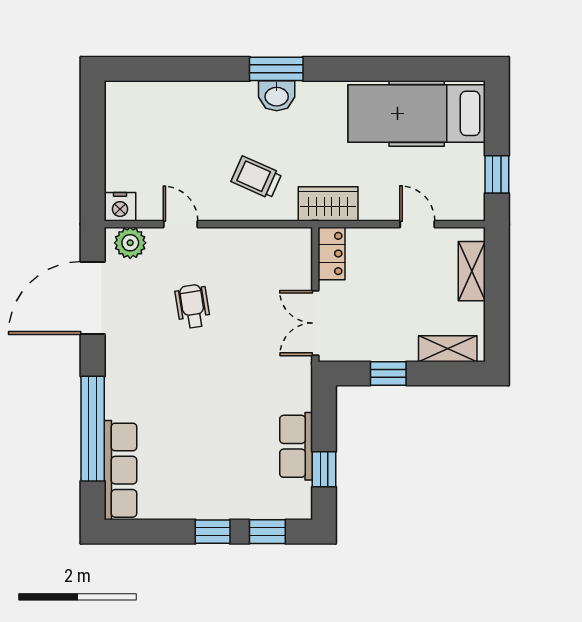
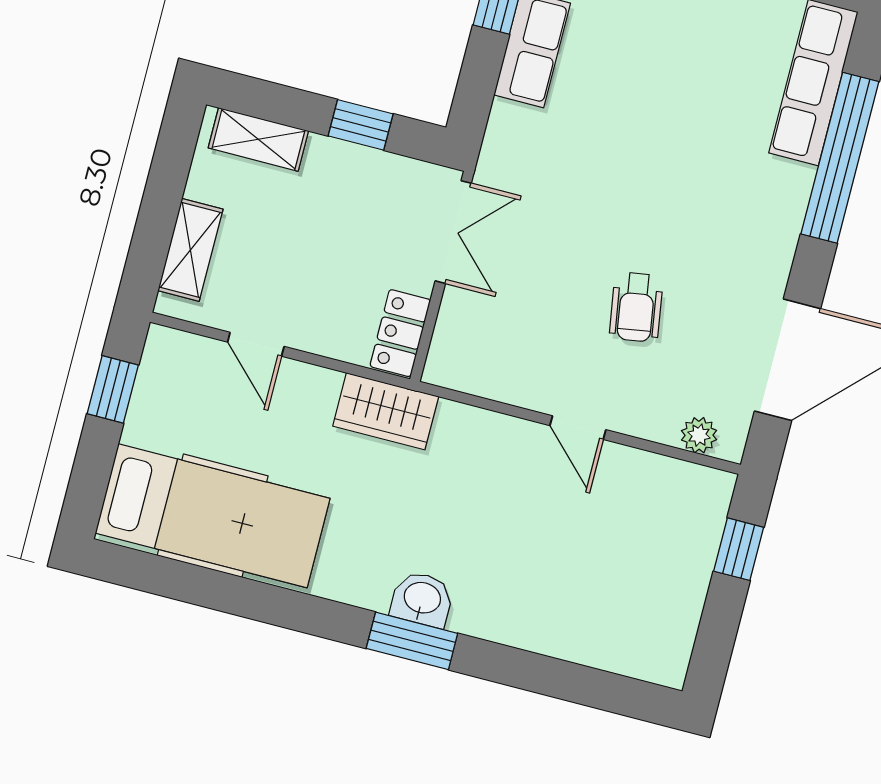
window: (93, 176) -> (739, 549), added
trolley: (256, 177) -> (486, 481), removed
nightstand: (120, 207) -> (709, 490), removed
door: (180, 224) -> (578, 428), moved
plant: (130, 243) -> (699, 435), width x0.73, depth x0.73

